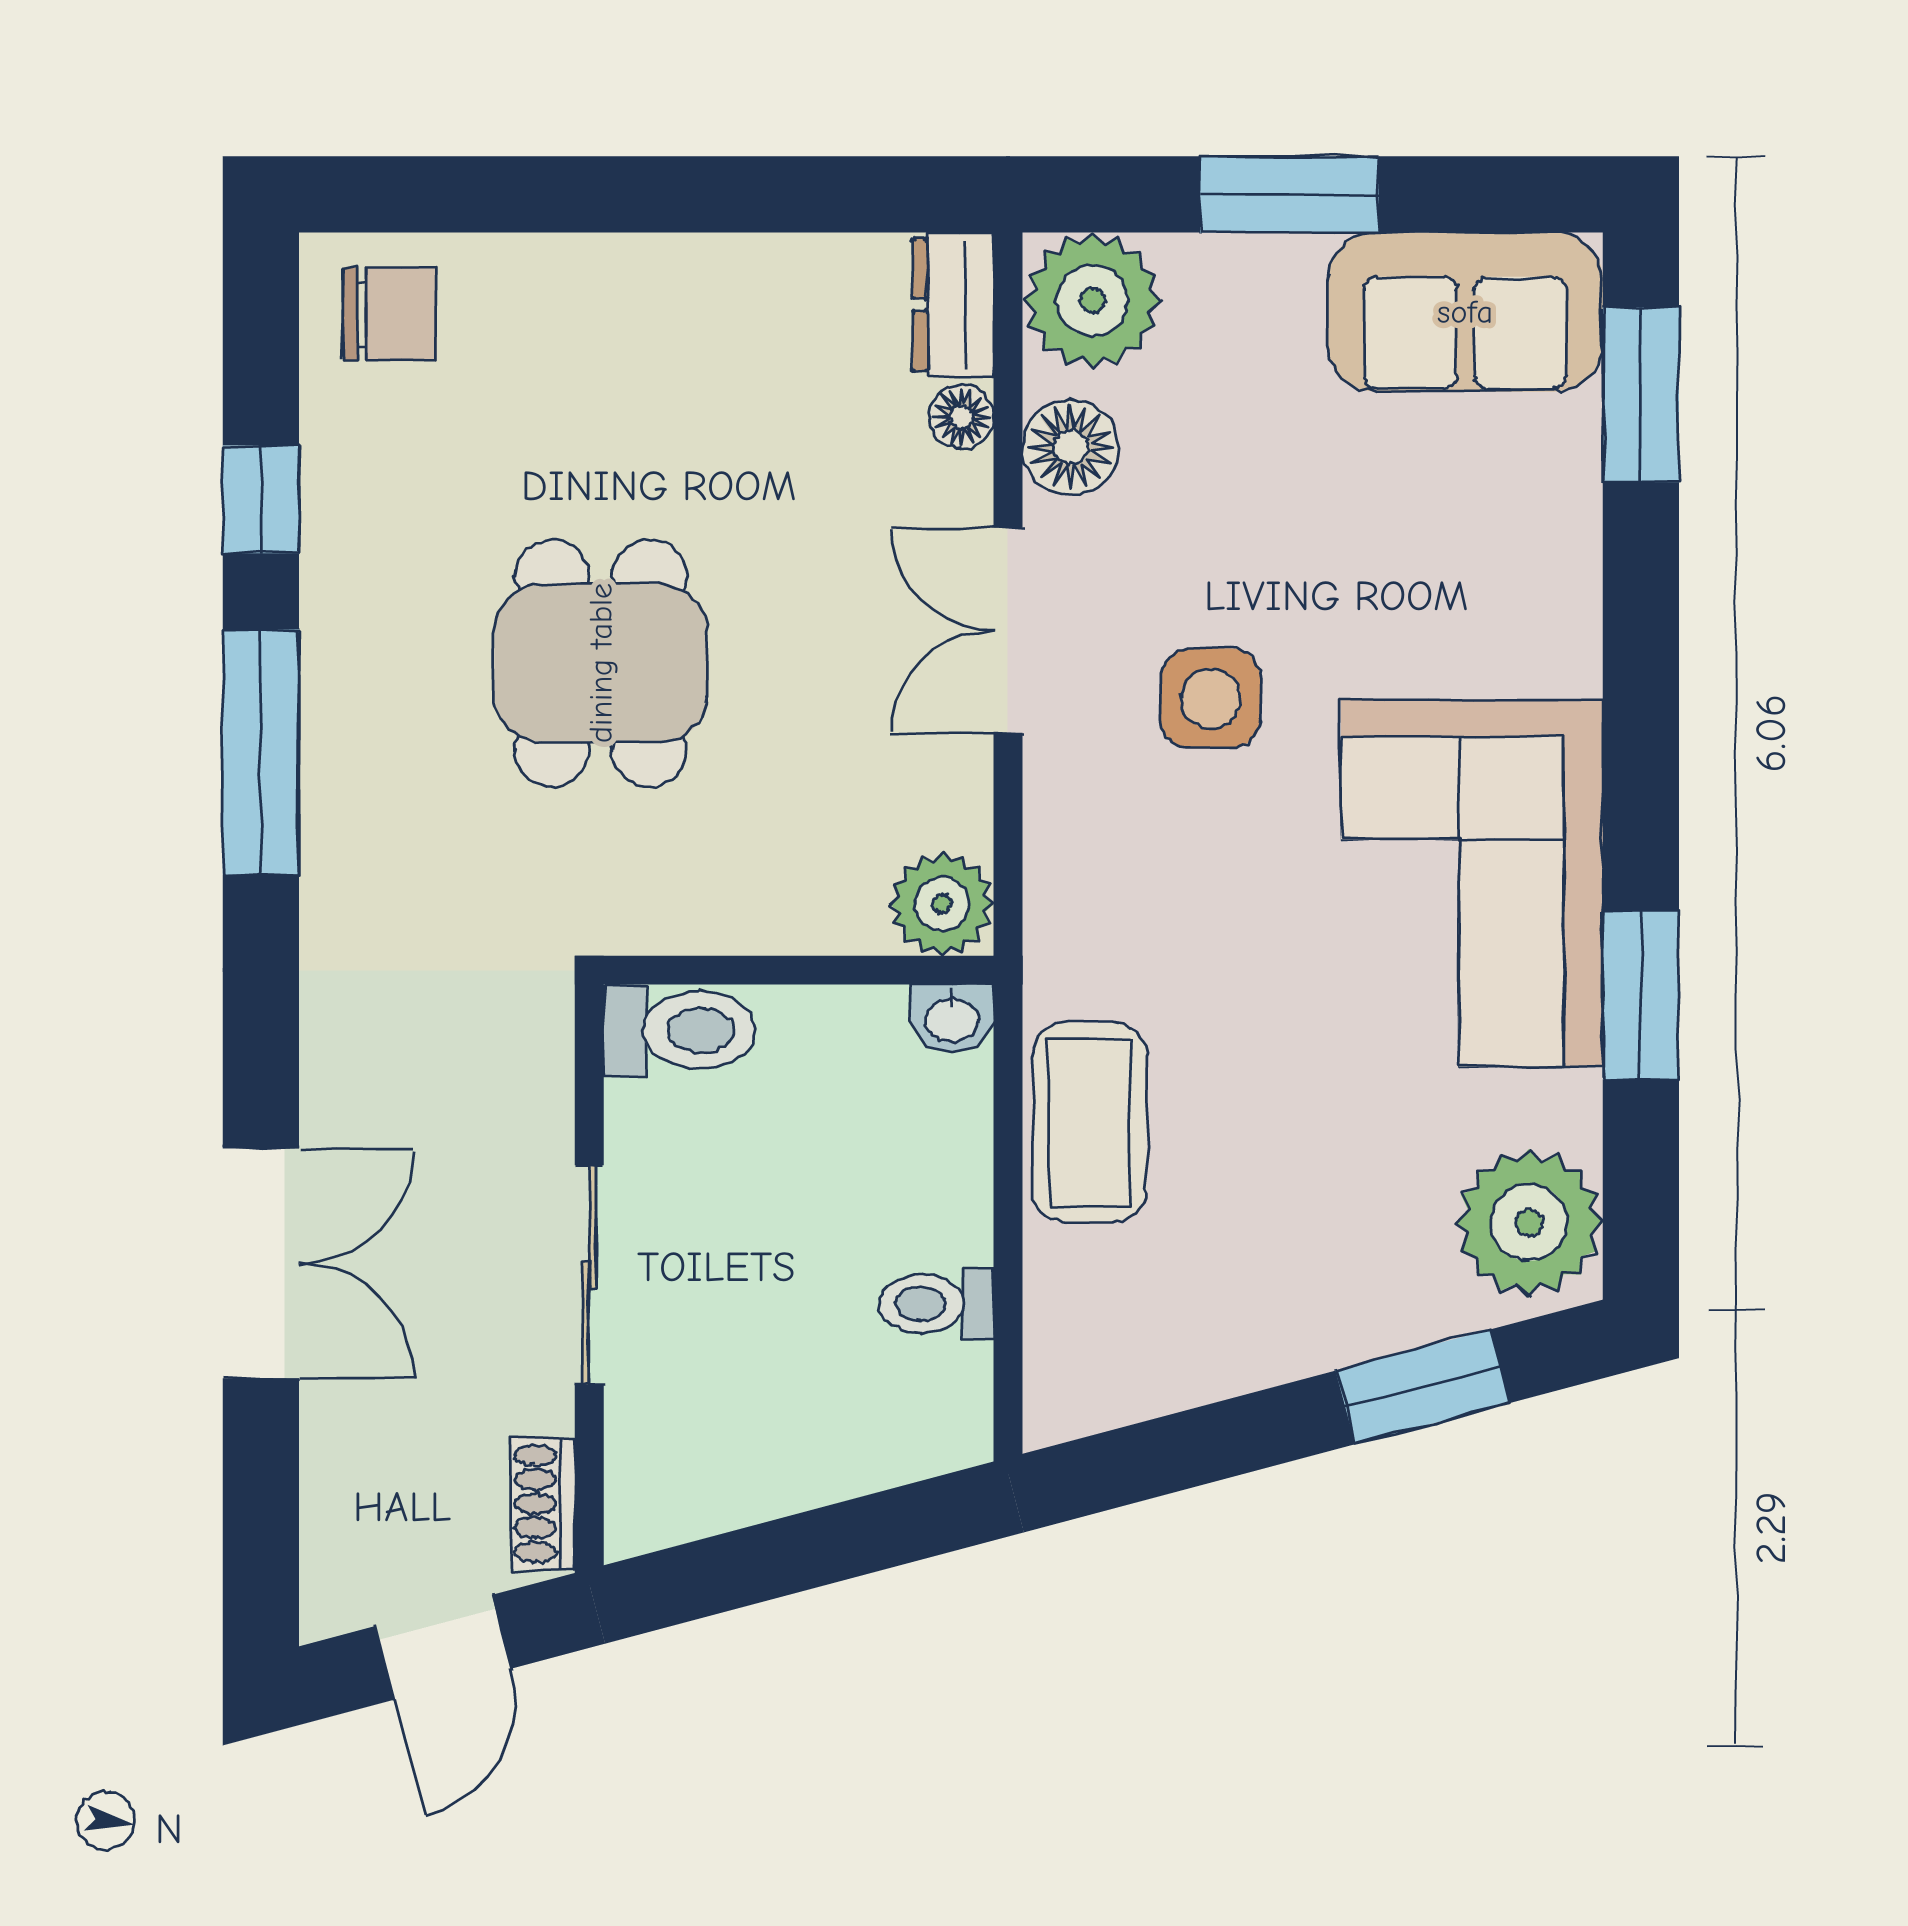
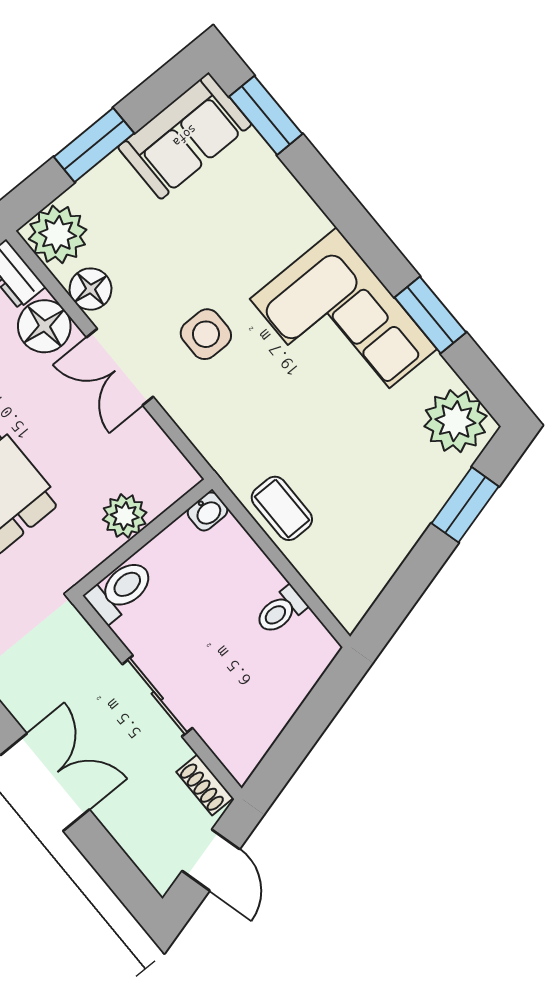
floor lamp: (961, 417) -> (44, 326), width x1.89, depth x1.89
plant: (942, 904) -> (125, 516), moved
coffee table: (1089, 1123) -> (282, 508), width x0.73, depth x0.77

